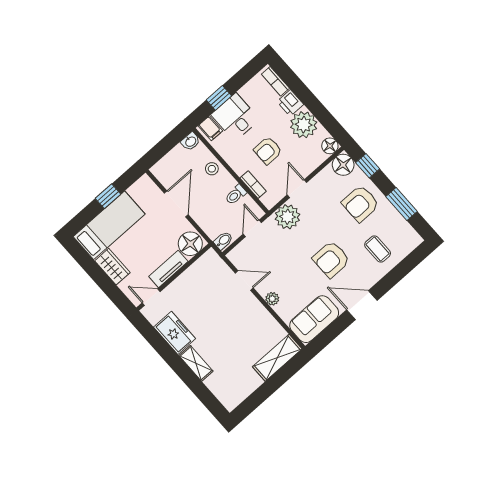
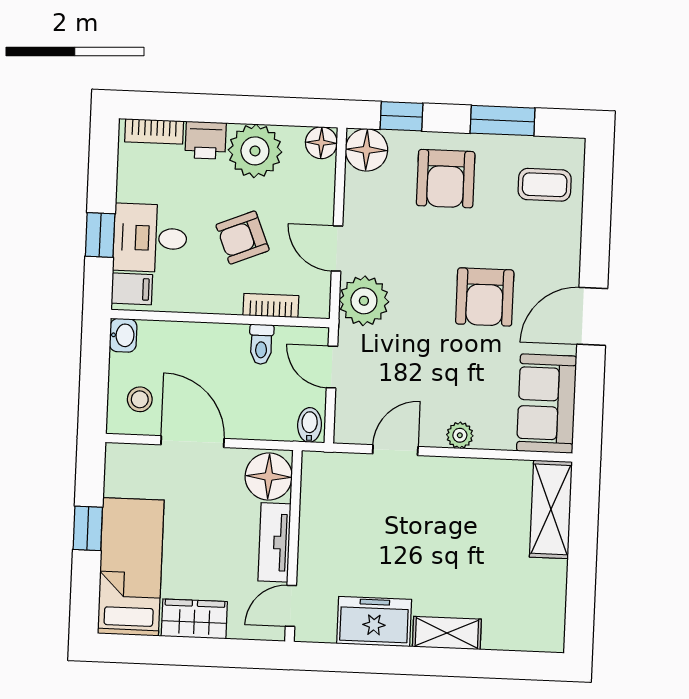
armchair: (268, 151) -> (243, 238), turned 68
stool: (212, 169) -> (140, 399), moved
coffee table: (378, 249) -> (545, 185), moved

